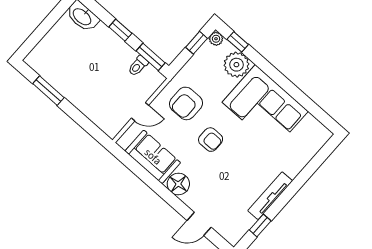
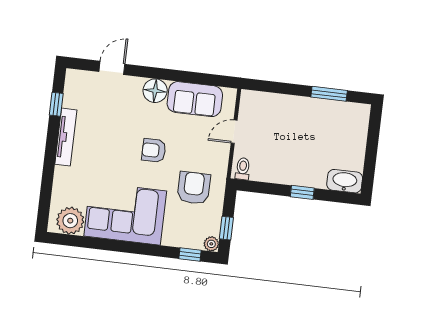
window: (151, 57) -> (259, 187), removed
plant: (236, 65) -> (70, 221), moved
toilet: (138, 66) -> (243, 169), moved
armchair: (186, 103) -> (194, 188), moved

